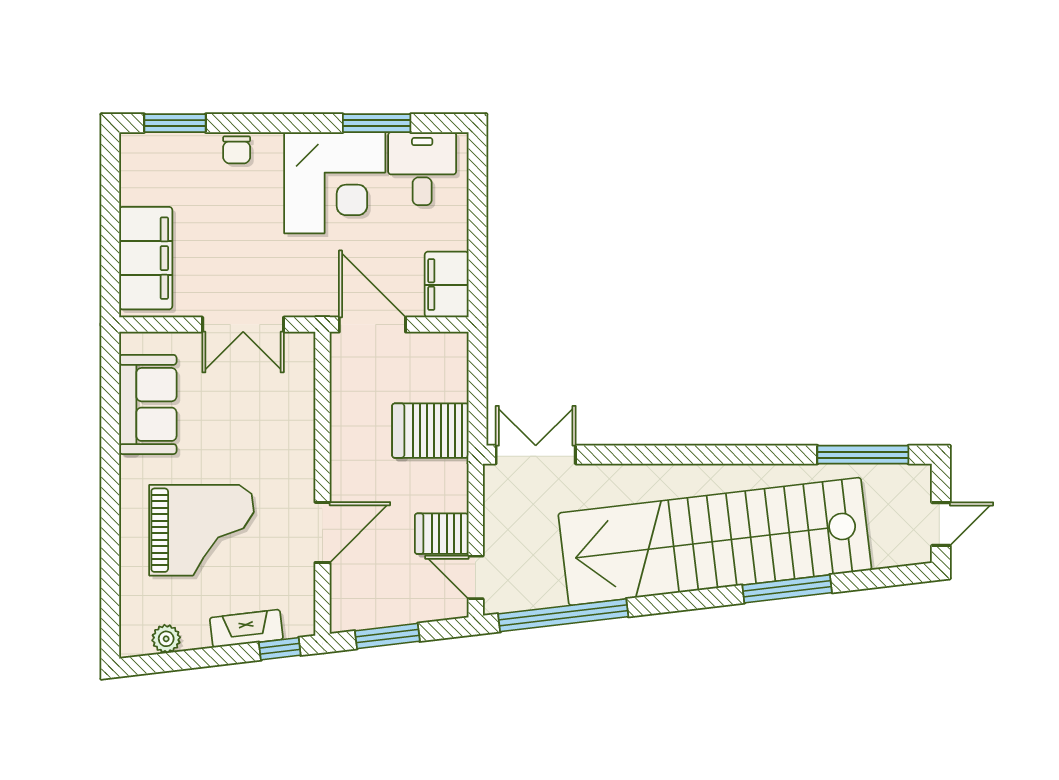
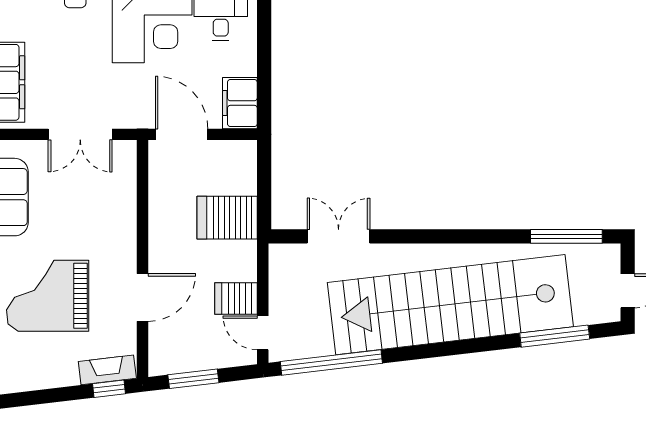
double door: (536, 455) -> (339, 236), moved
grand piano: (201, 530) -> (48, 296), turned 180
window: (787, 589) -> (555, 336), moved
fireplace: (246, 628) -> (107, 370), moved
plant: (166, 639) -> (20, 381), removed

